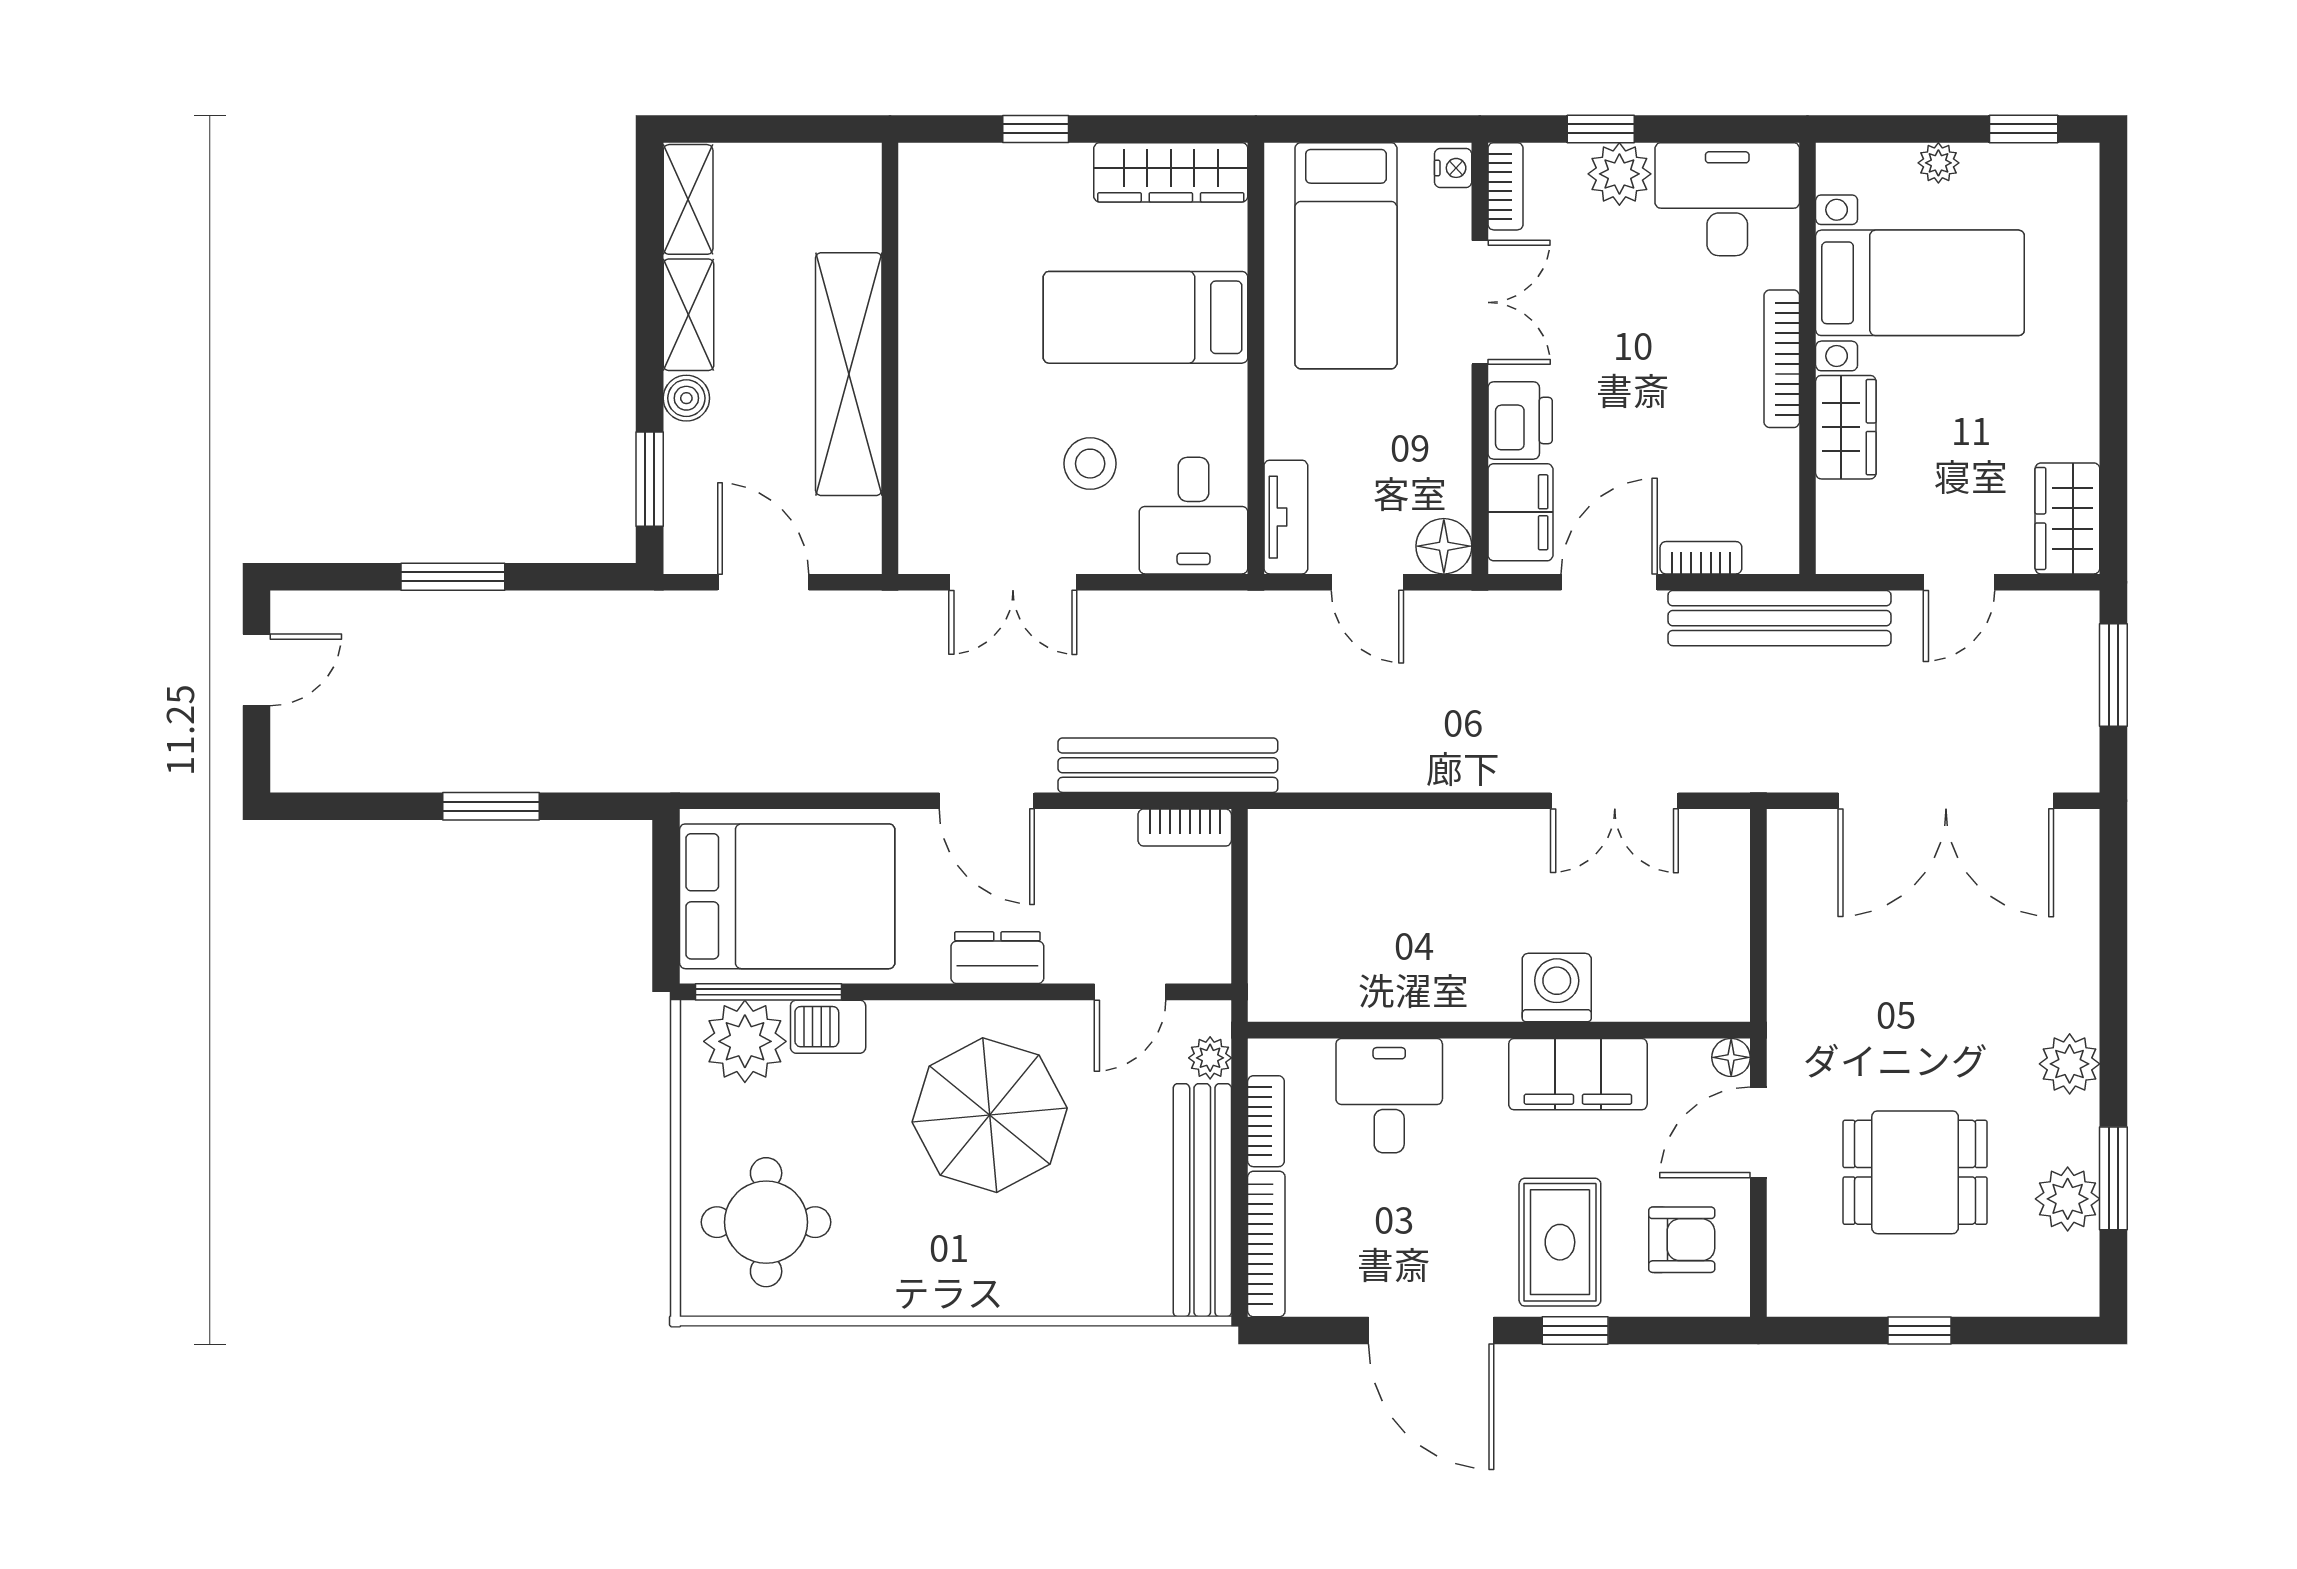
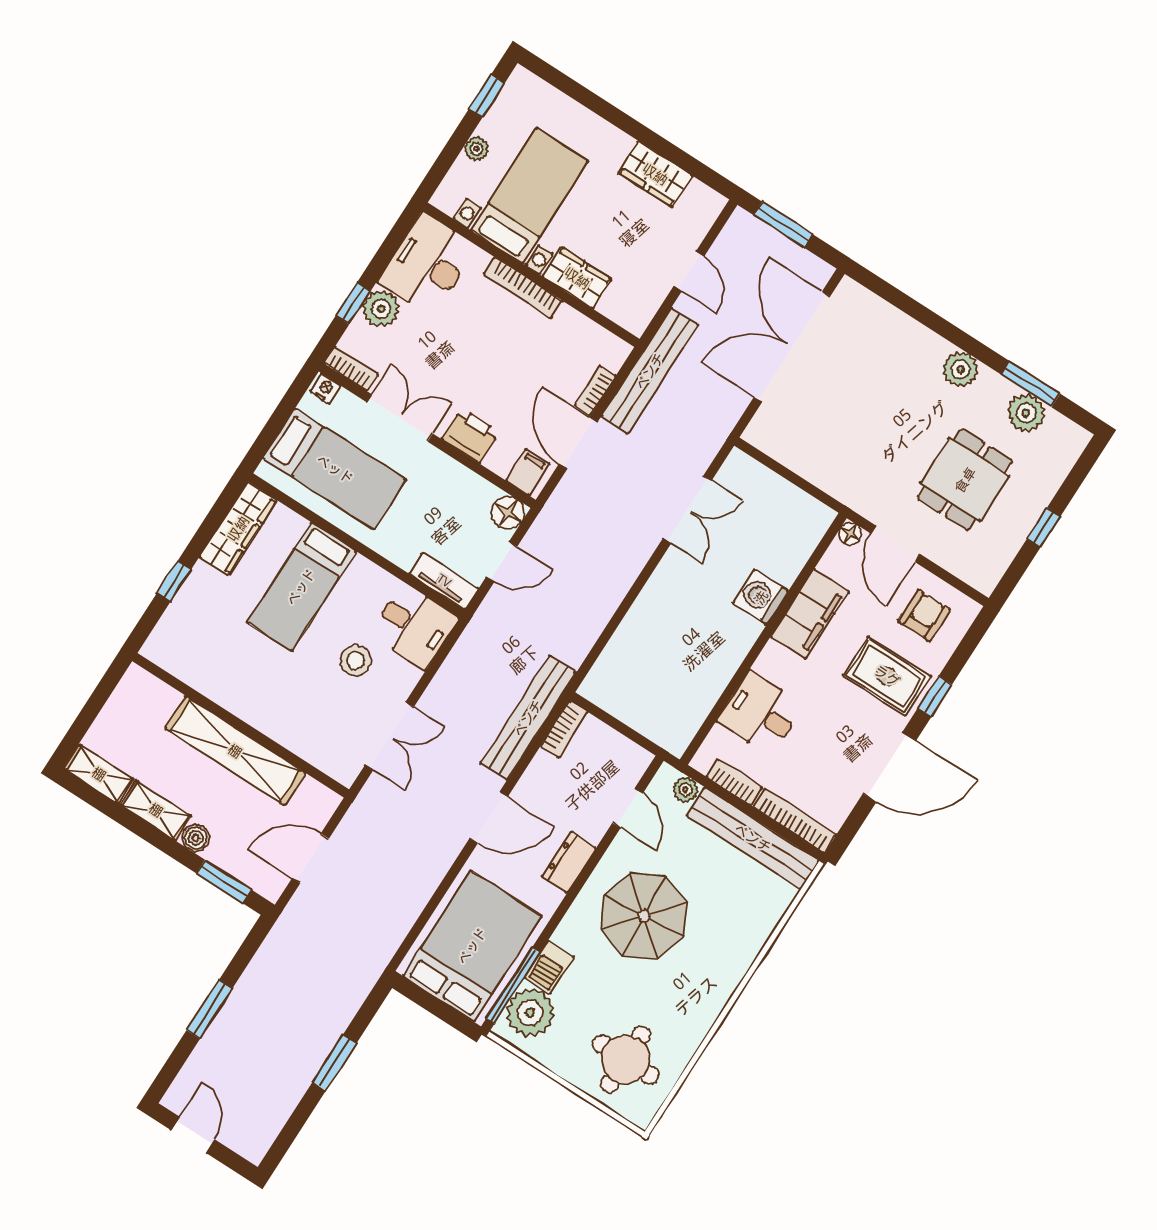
filing cabinet: (1520, 512) -> (528, 472), width x0.50
wardrobe: (2067, 518) -> (655, 174), moved
double door: (1946, 801) -> (792, 347), swing flipped

